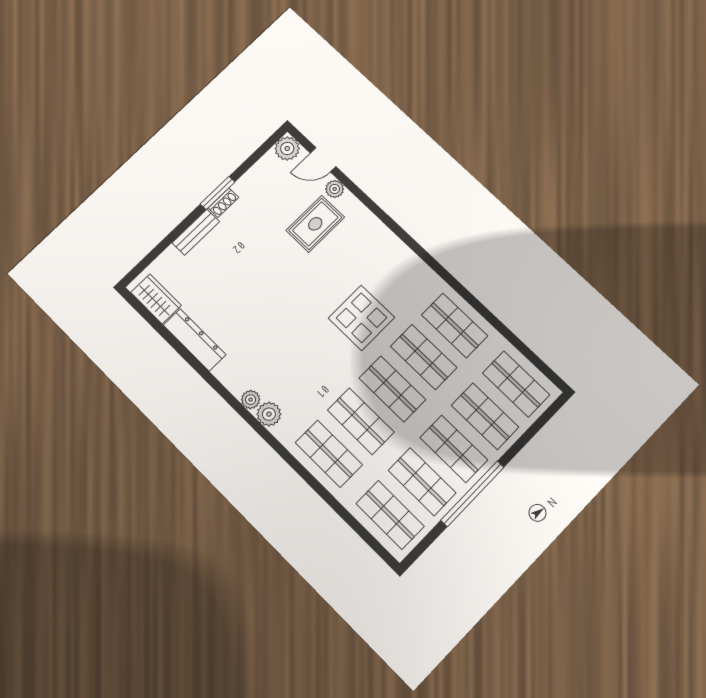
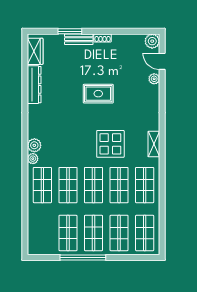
window: (218, 193) -> (70, 31), moved
rug: (315, 224) -> (98, 94), moved
shelving: (414, 265) -> (154, 144), added
plant: (251, 400) -> (33, 159), moved
shop shelf: (390, 515) -> (42, 233), removed

